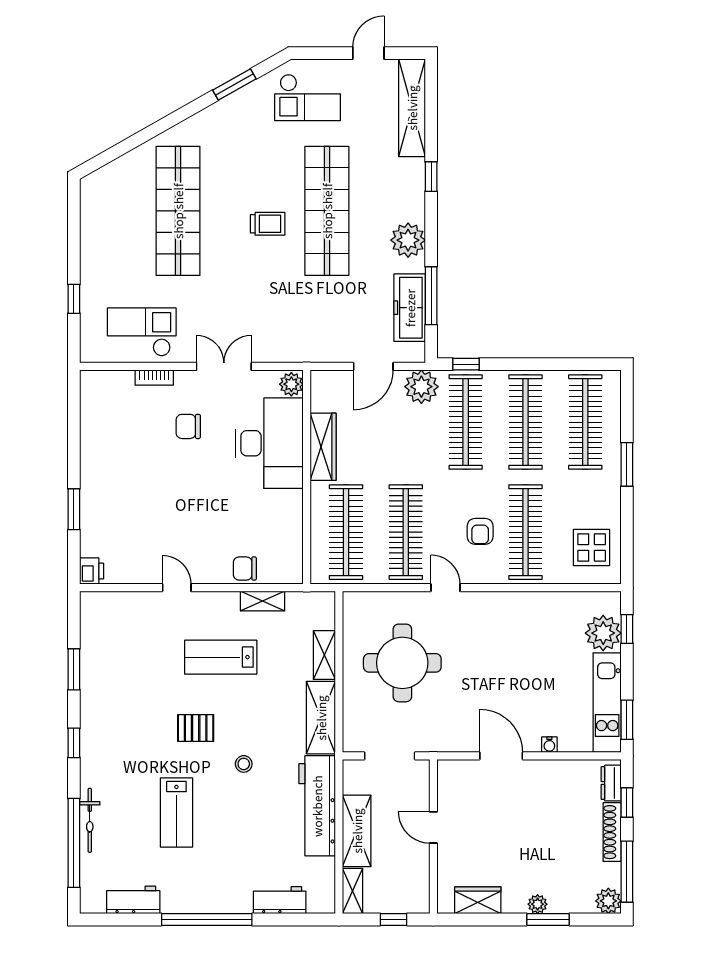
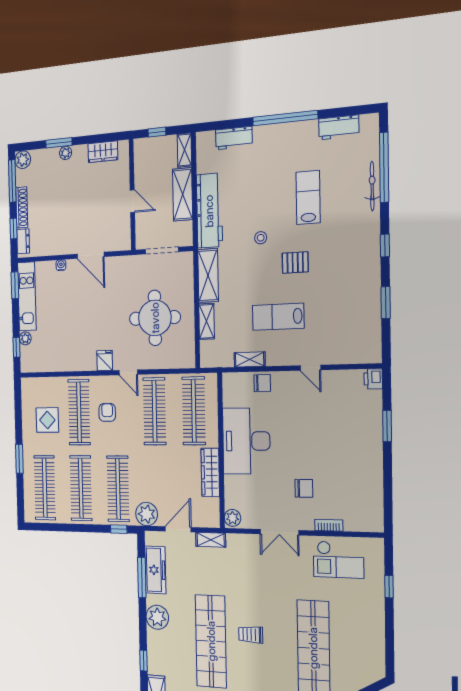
shelving: (324, 353) -> (211, 540), added
desk: (269, 443) -> (246, 441), moved
display table: (592, 548) -> (47, 420), moved
fridge: (482, 606) -> (105, 360), added
plant: (603, 633) -> (25, 338), width x0.53, depth x0.53
lab bench: (221, 657) -> (278, 317), turned 180

